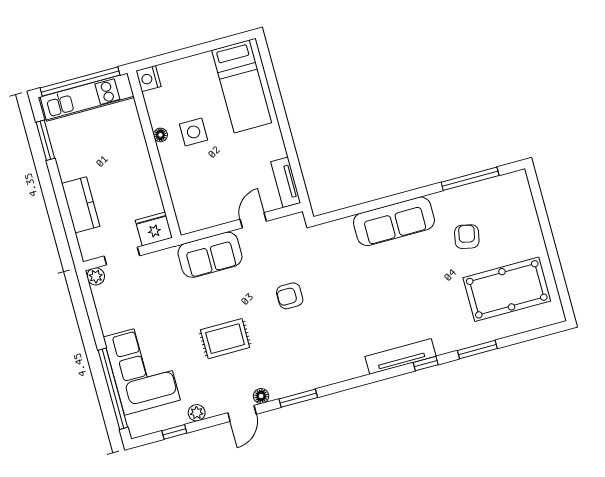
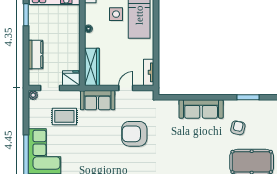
side table: (194, 132) -> (116, 14), moved
window: (470, 179) -> (248, 97), width x0.69
wardrobe: (184, 200) -> (92, 67), added
armchair: (290, 296) -> (134, 134), width x1.88, depth x1.88
rug: (225, 339) -> (64, 116), moved

